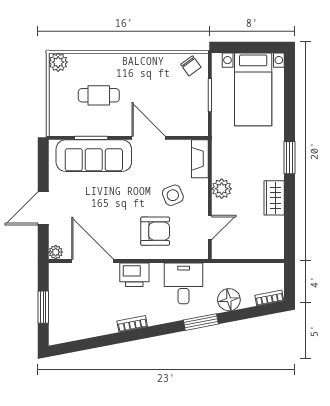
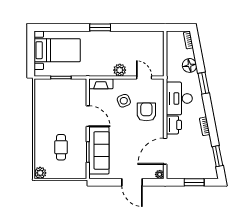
chair: (191, 66) -> (42, 89), removed
door: (149, 138) -> (88, 116), swing flipped
wardrobe: (274, 198) -> (125, 37), removed
desk: (184, 283) -> (179, 98), width x1.37
window: (85, 344) -> (218, 156), added

